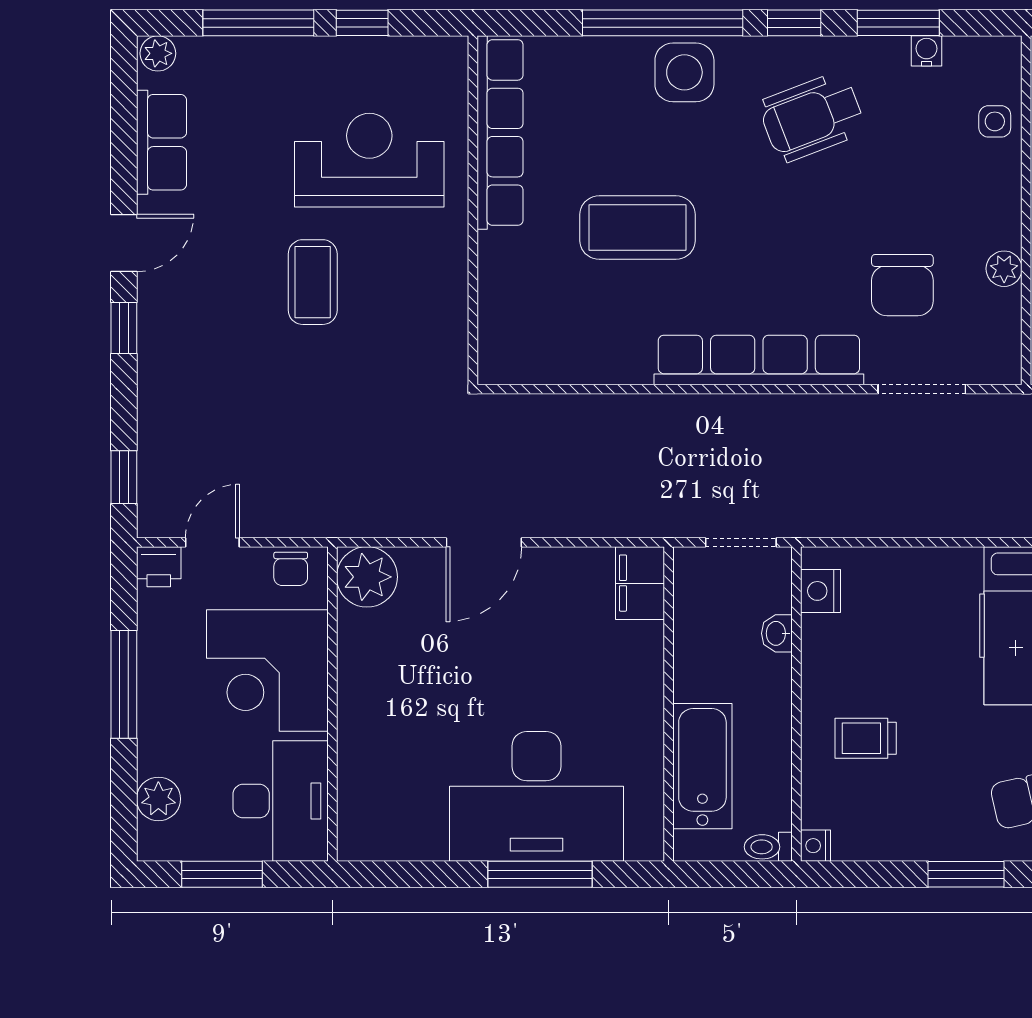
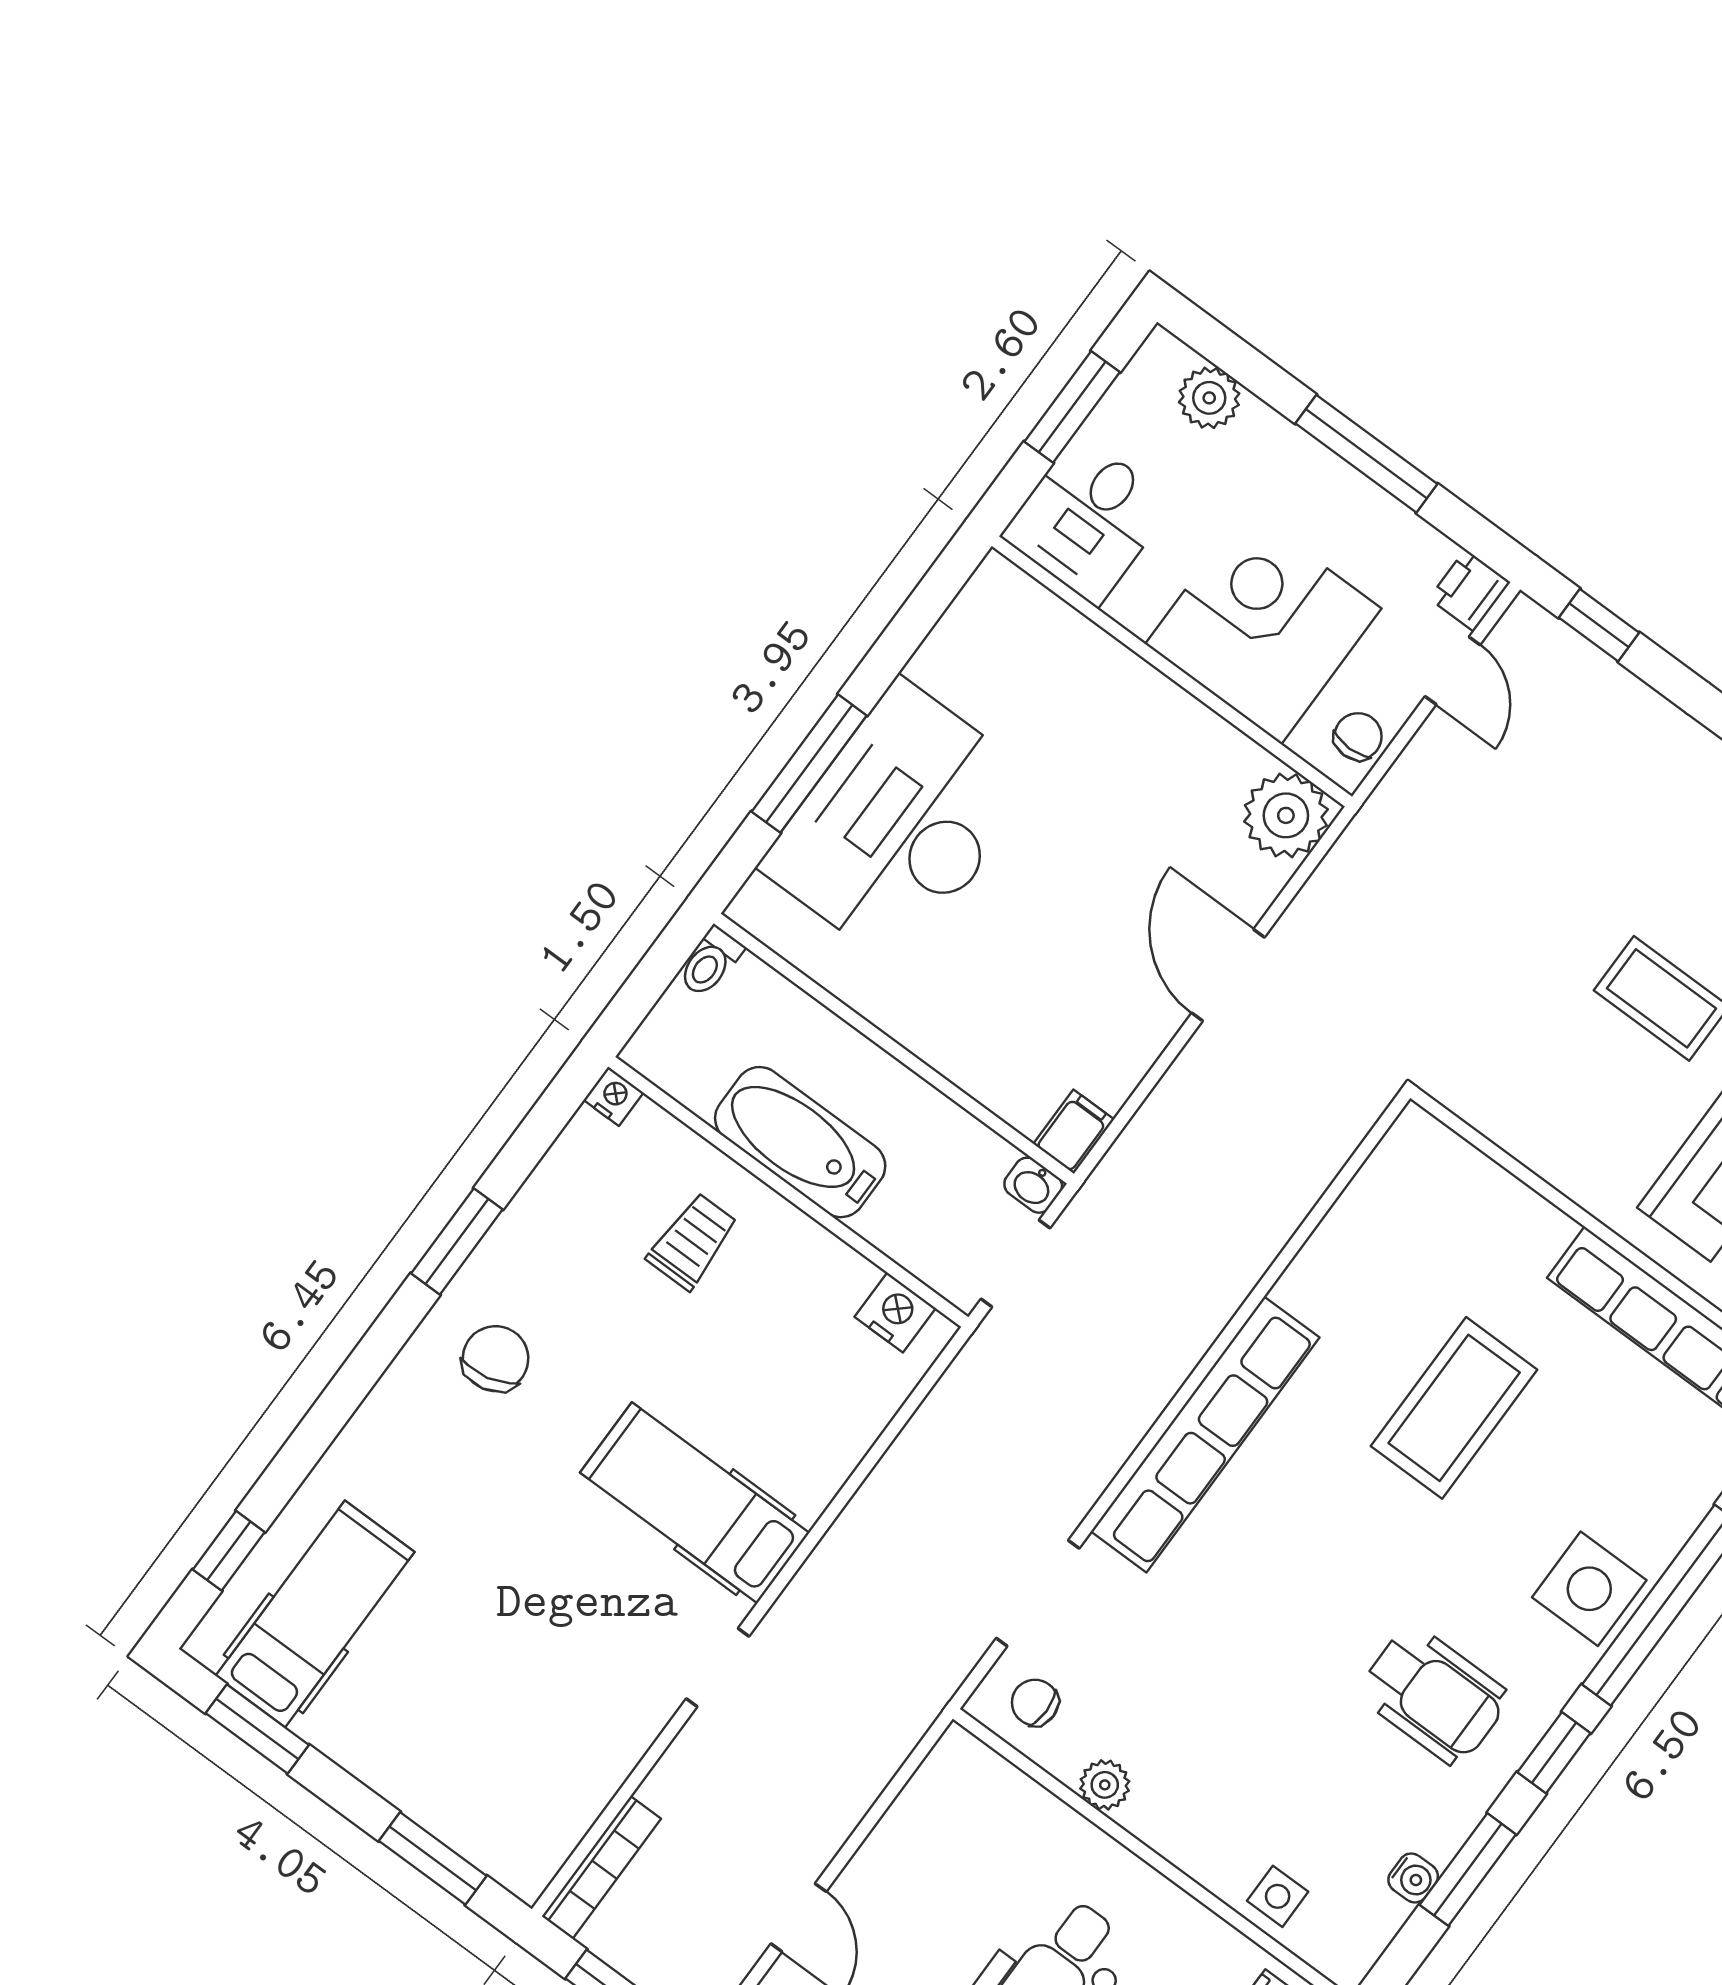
wheelchair: (812, 117) -> (1434, 1695), turned 111
chair: (902, 285) -> (1035, 1703), moved, width x0.54, depth x0.54
chair: (291, 569) -> (1358, 736), turned 90
filing cabinet: (640, 583) -> (1074, 1132), width x0.50
washbasin: (777, 633) -> (1033, 1185), moved, turned 180
bathtub: (702, 766) -> (800, 1142), moved, turned 180
desk: (281, 801) -> (1088, 520), width x0.73
toilet: (768, 847) -> (710, 962), moved, turned 180

